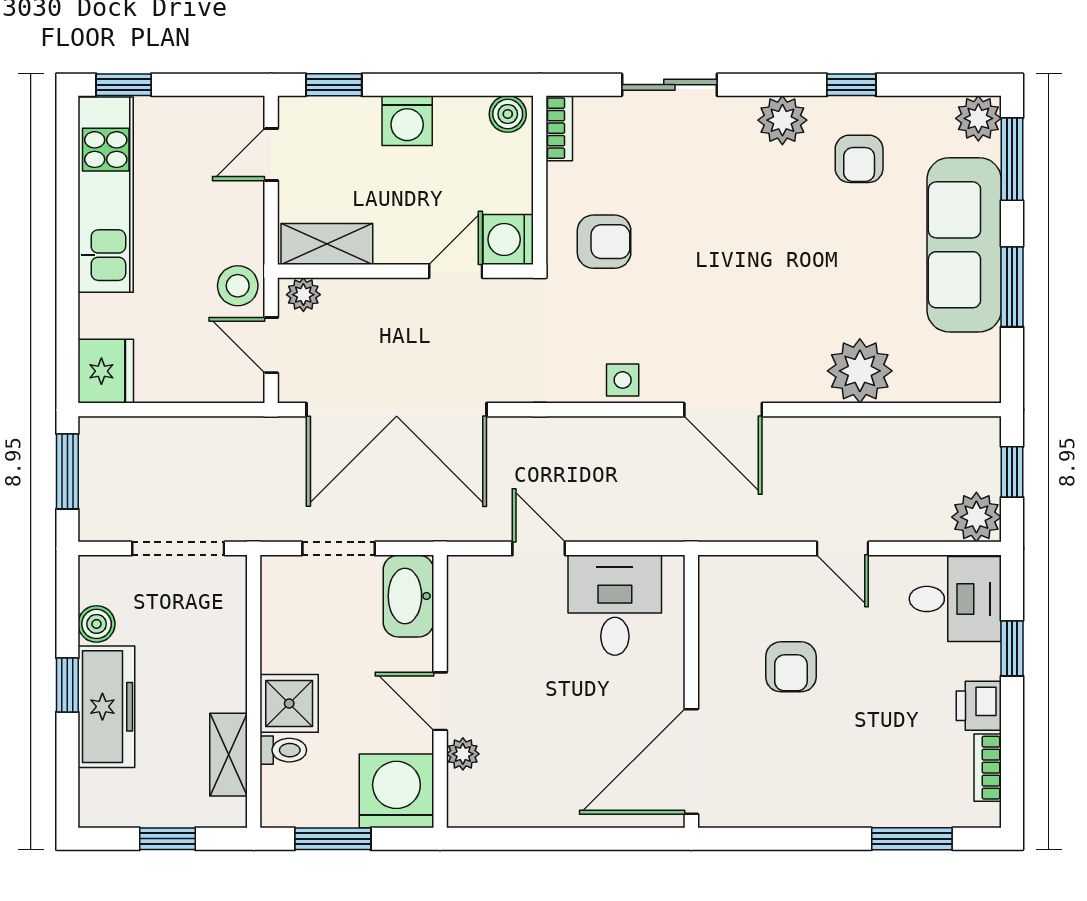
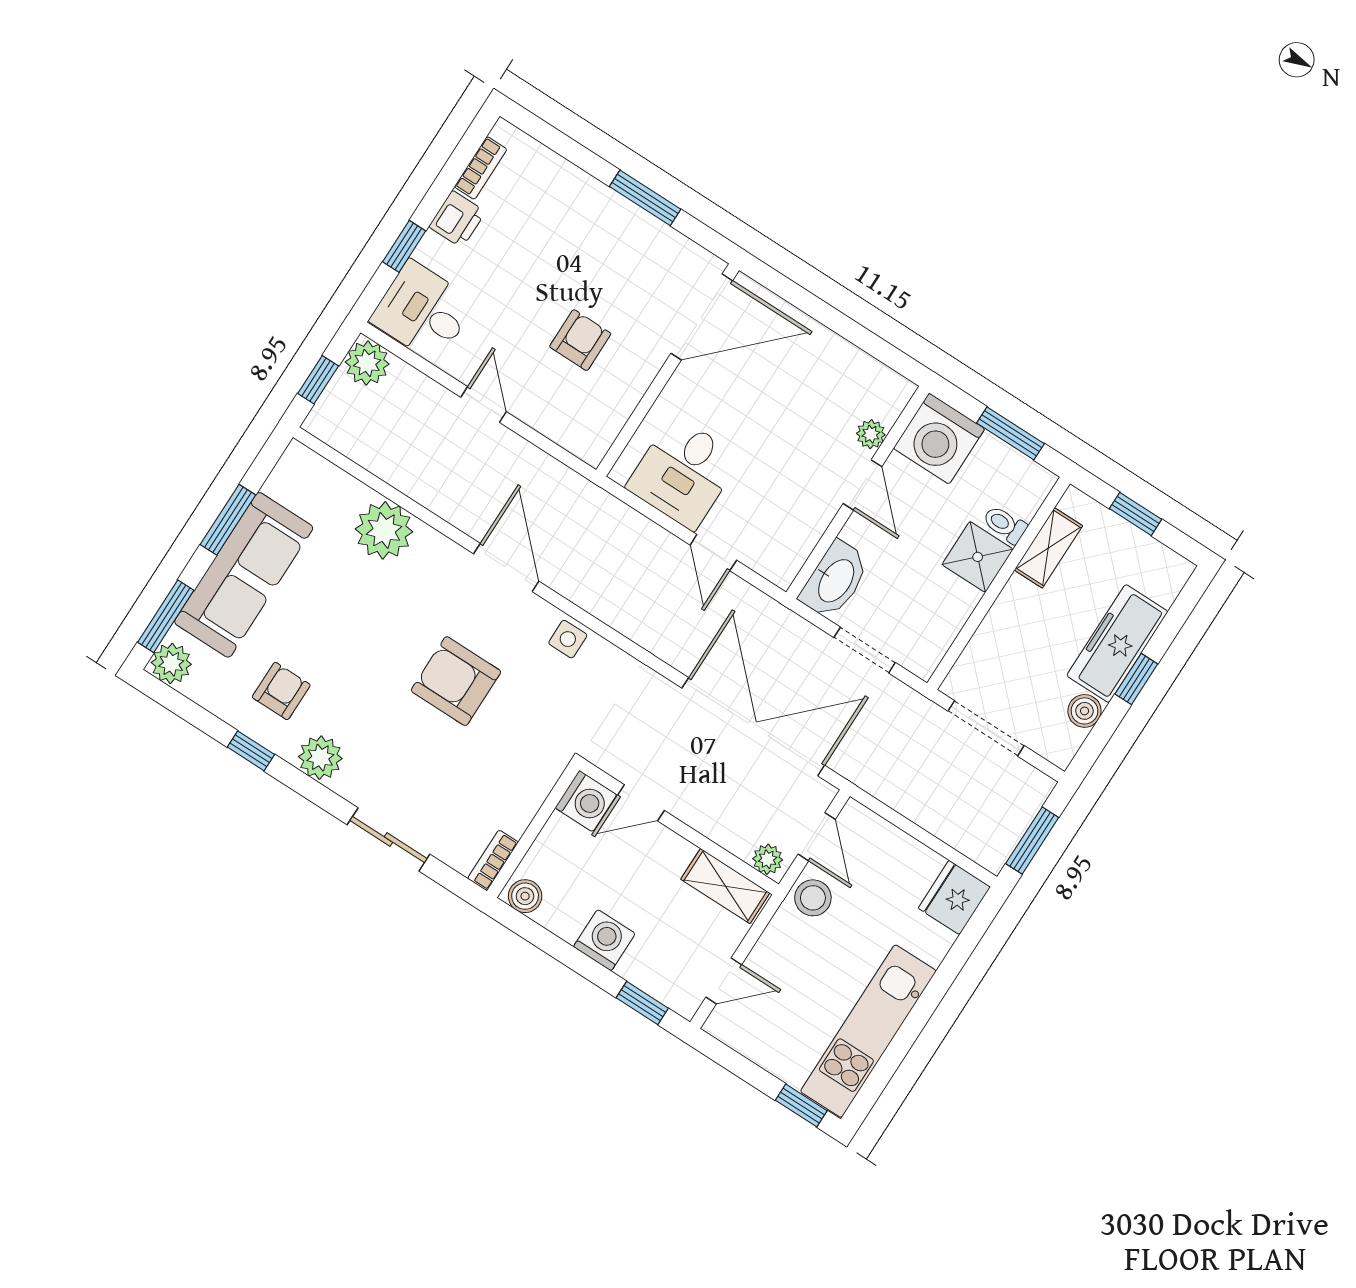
armchair: (604, 242) -> (456, 681), moved, width x1.38, depth x1.38
window: (912, 839) -> (645, 198), moved

